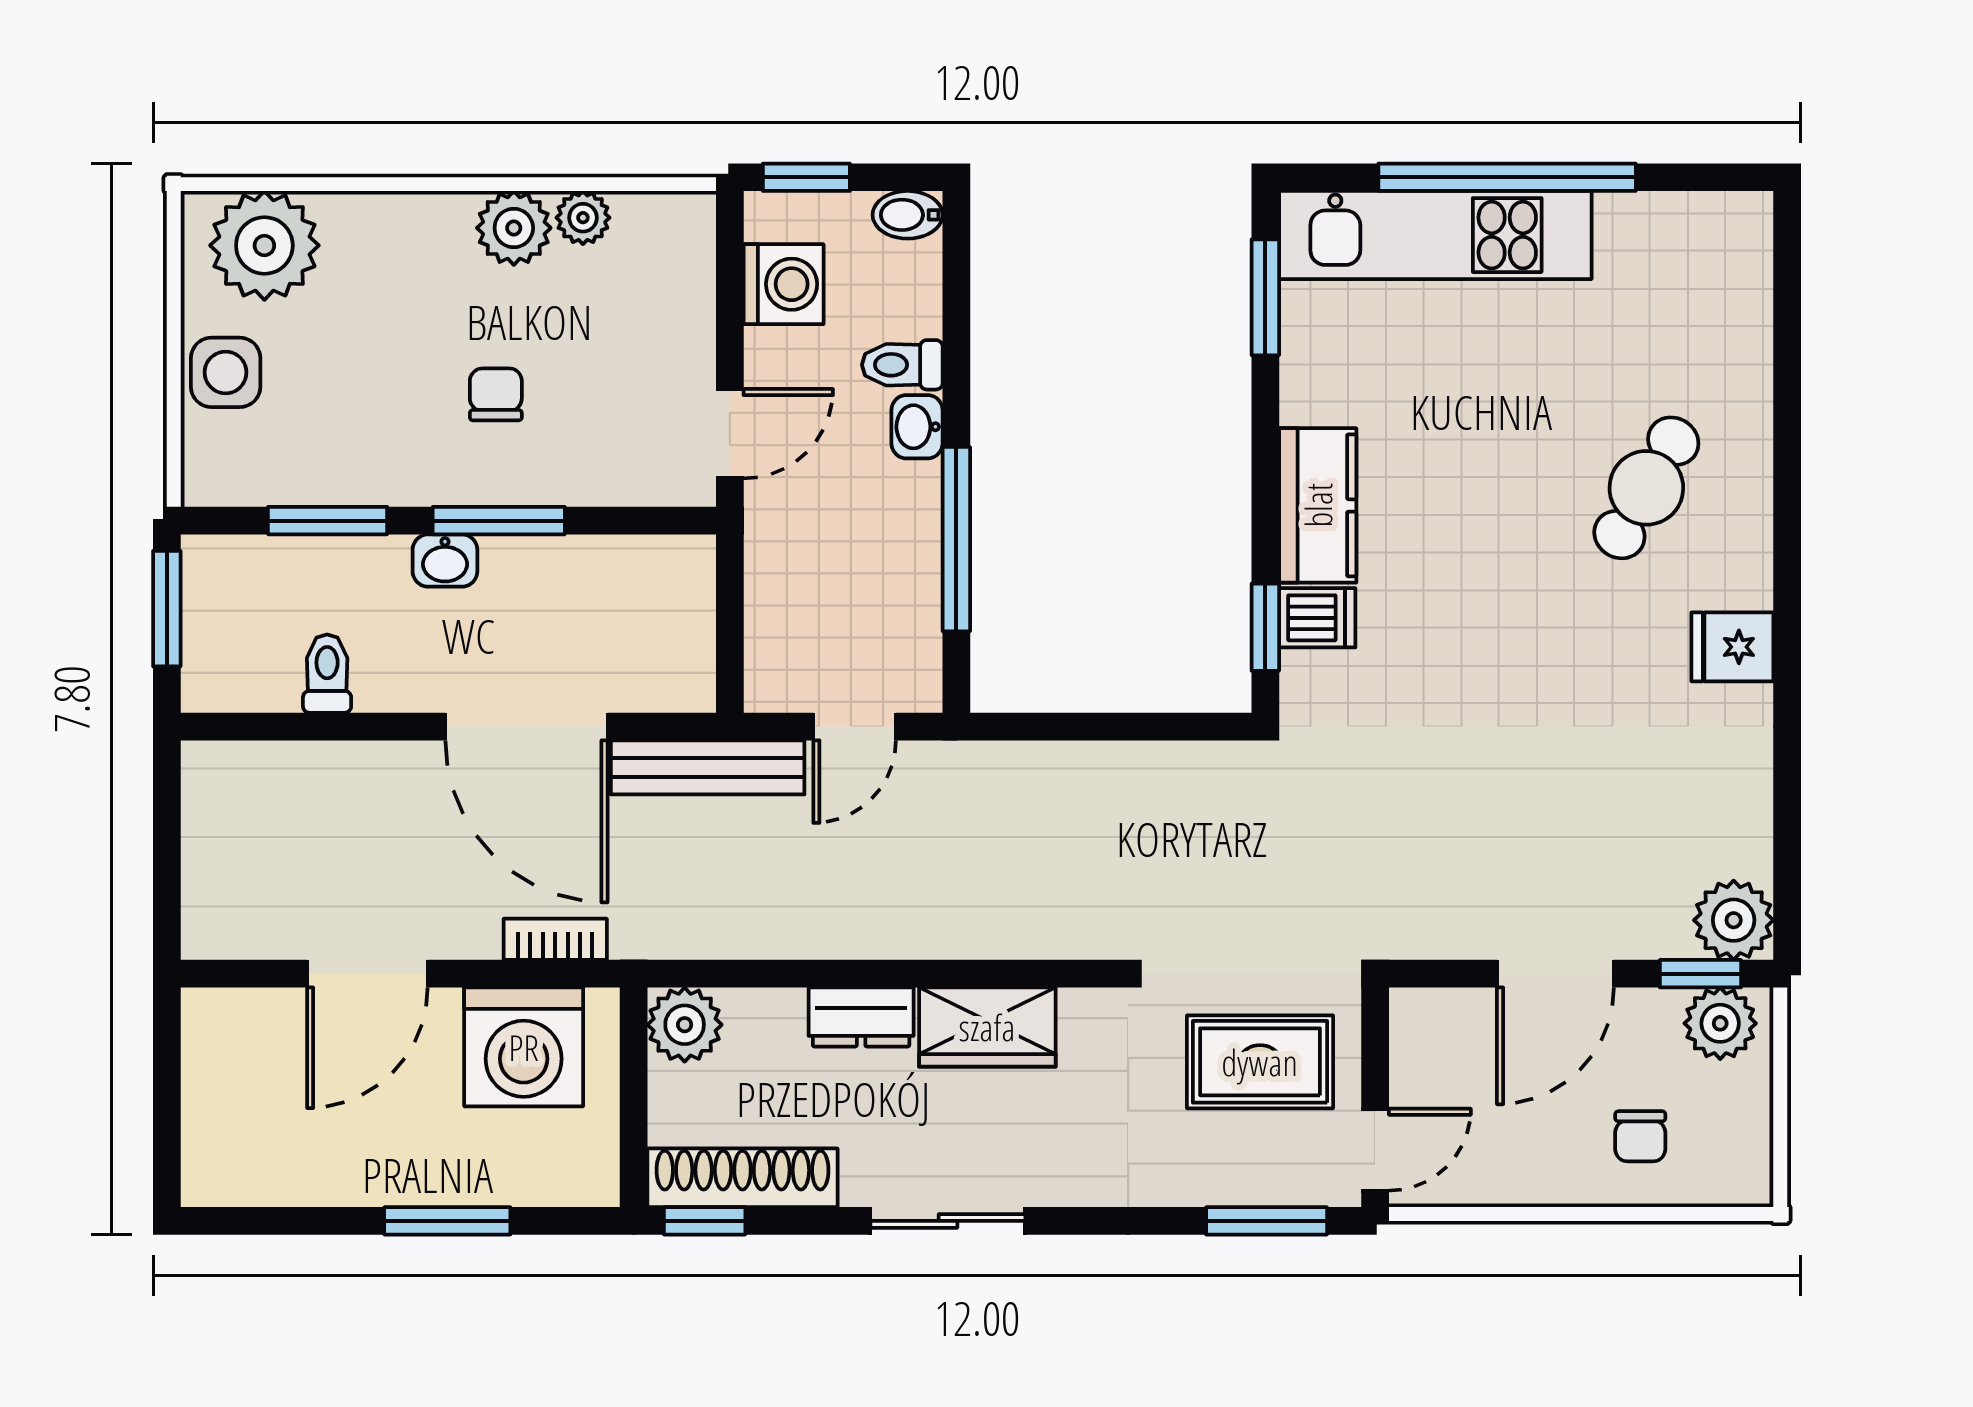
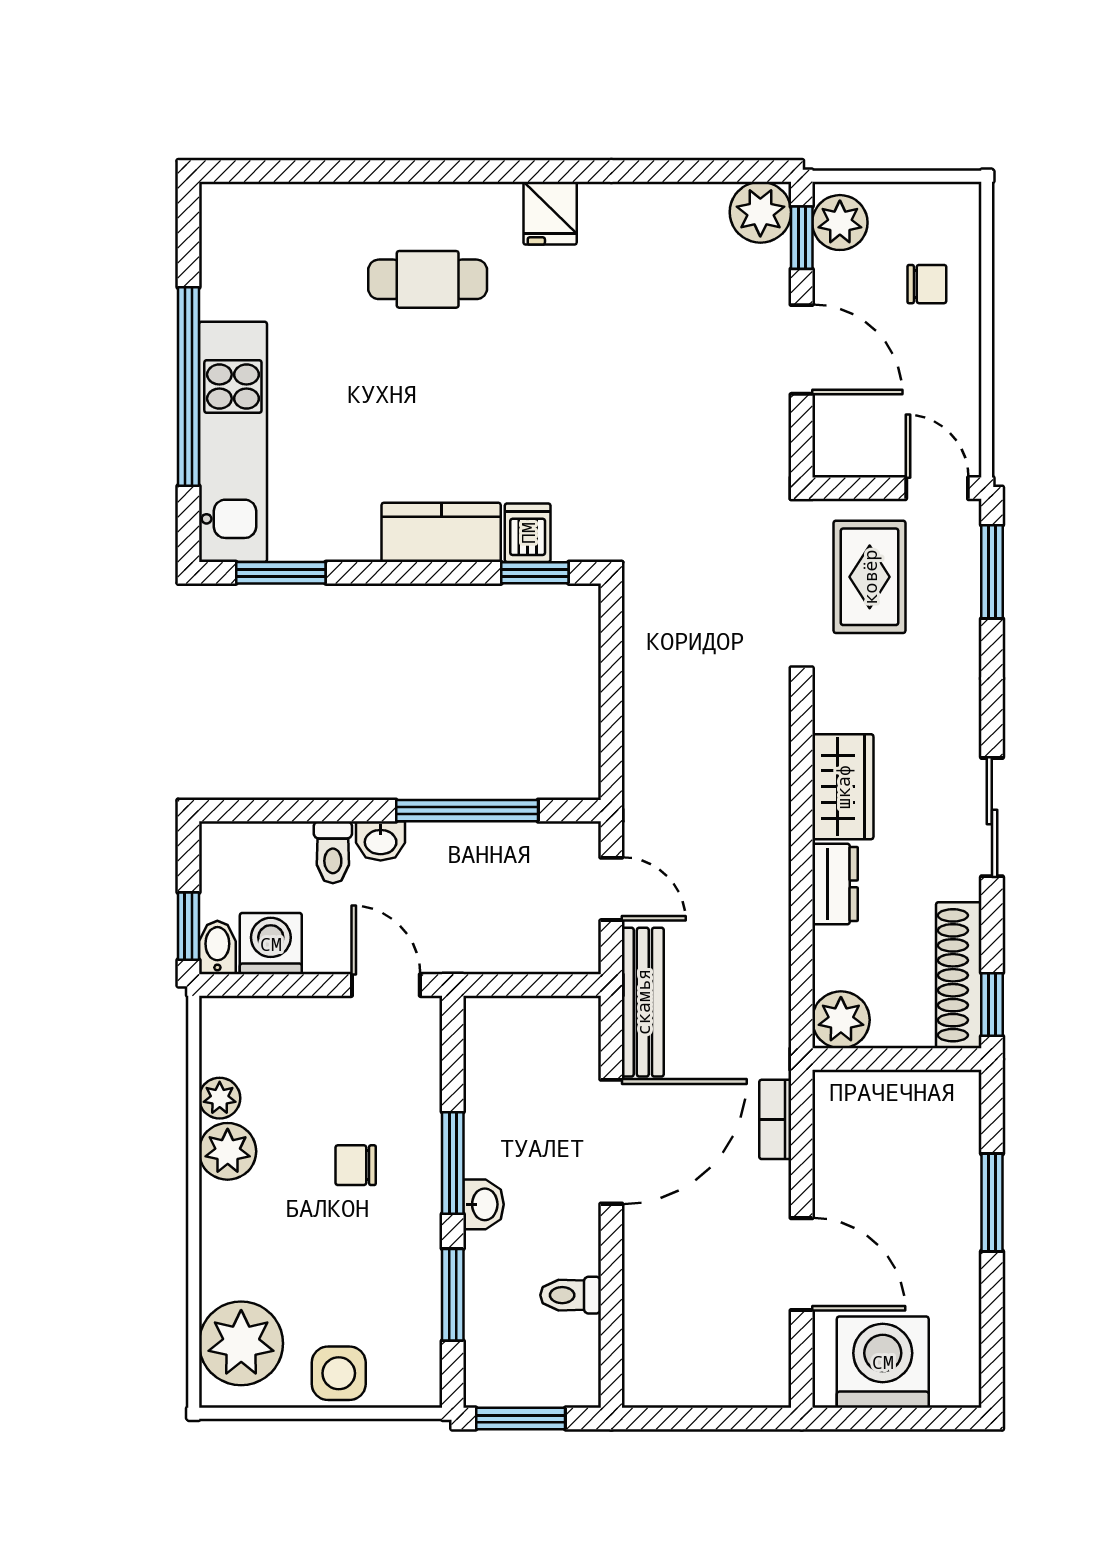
bidet: (908, 215) -> (217, 947), moved, turned 180
cafe table: (1646, 488) -> (428, 279), turned -30
washing machine: (524, 1047) -> (883, 1362), moved, turned -90

